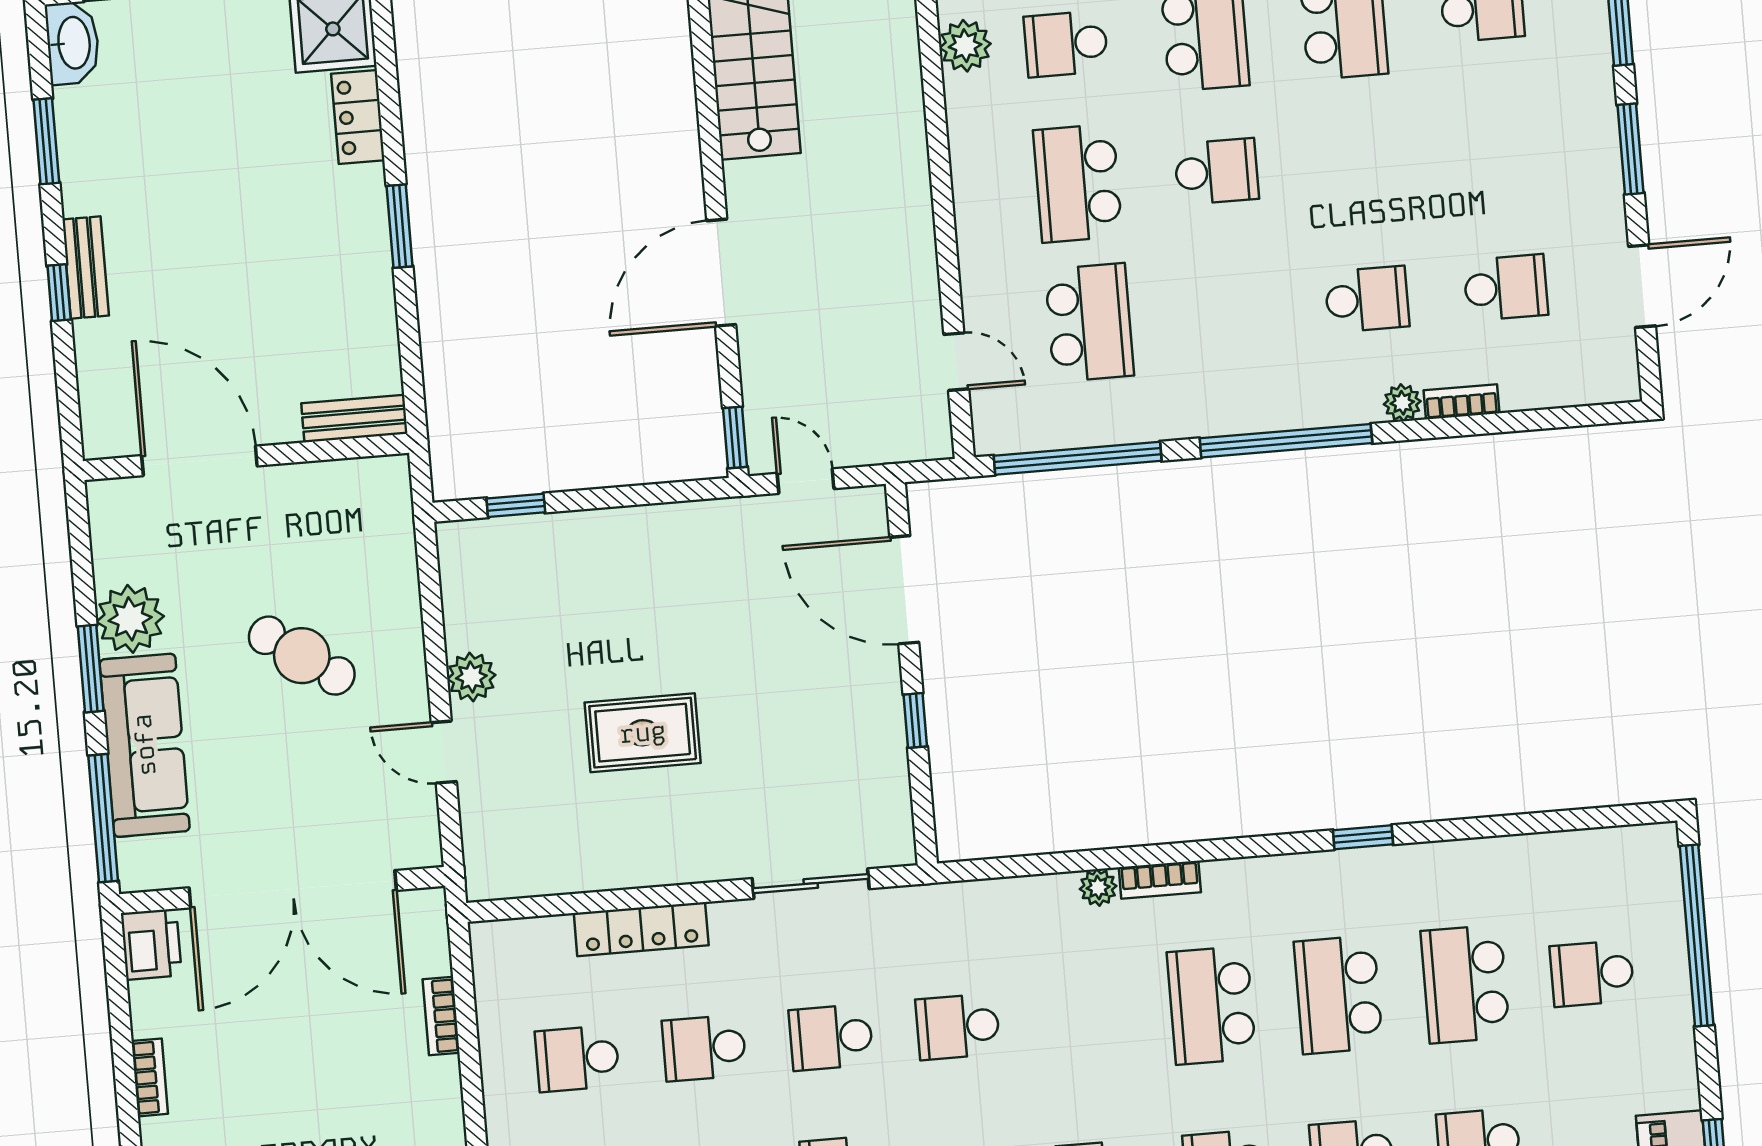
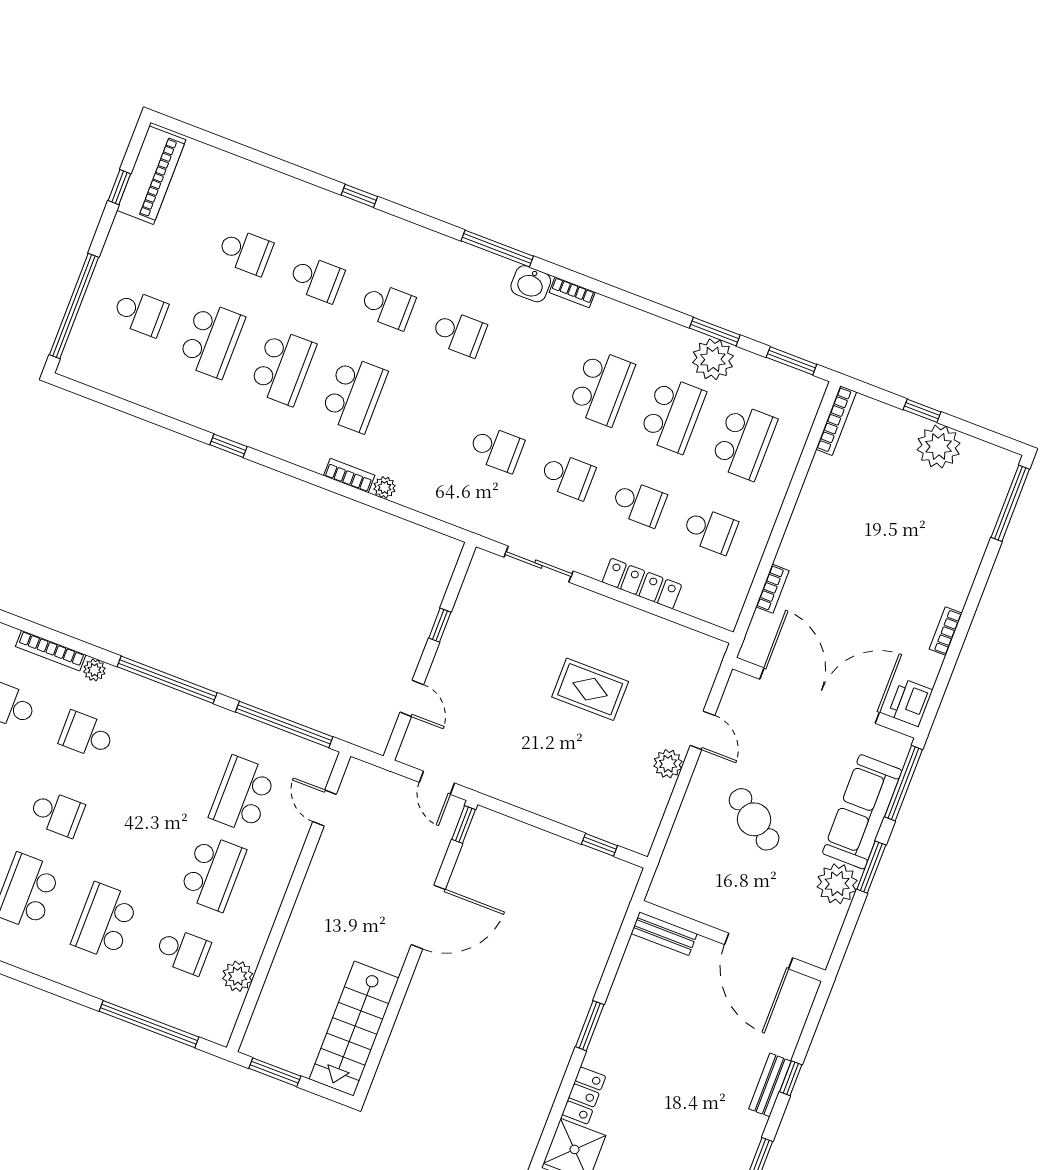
school desk: (1216, 172) -> (57, 813), moved, turned 180
bookcase: (1462, 402) -> (51, 651), width x1.56
door: (904, 590) -> (412, 698), width x0.53

